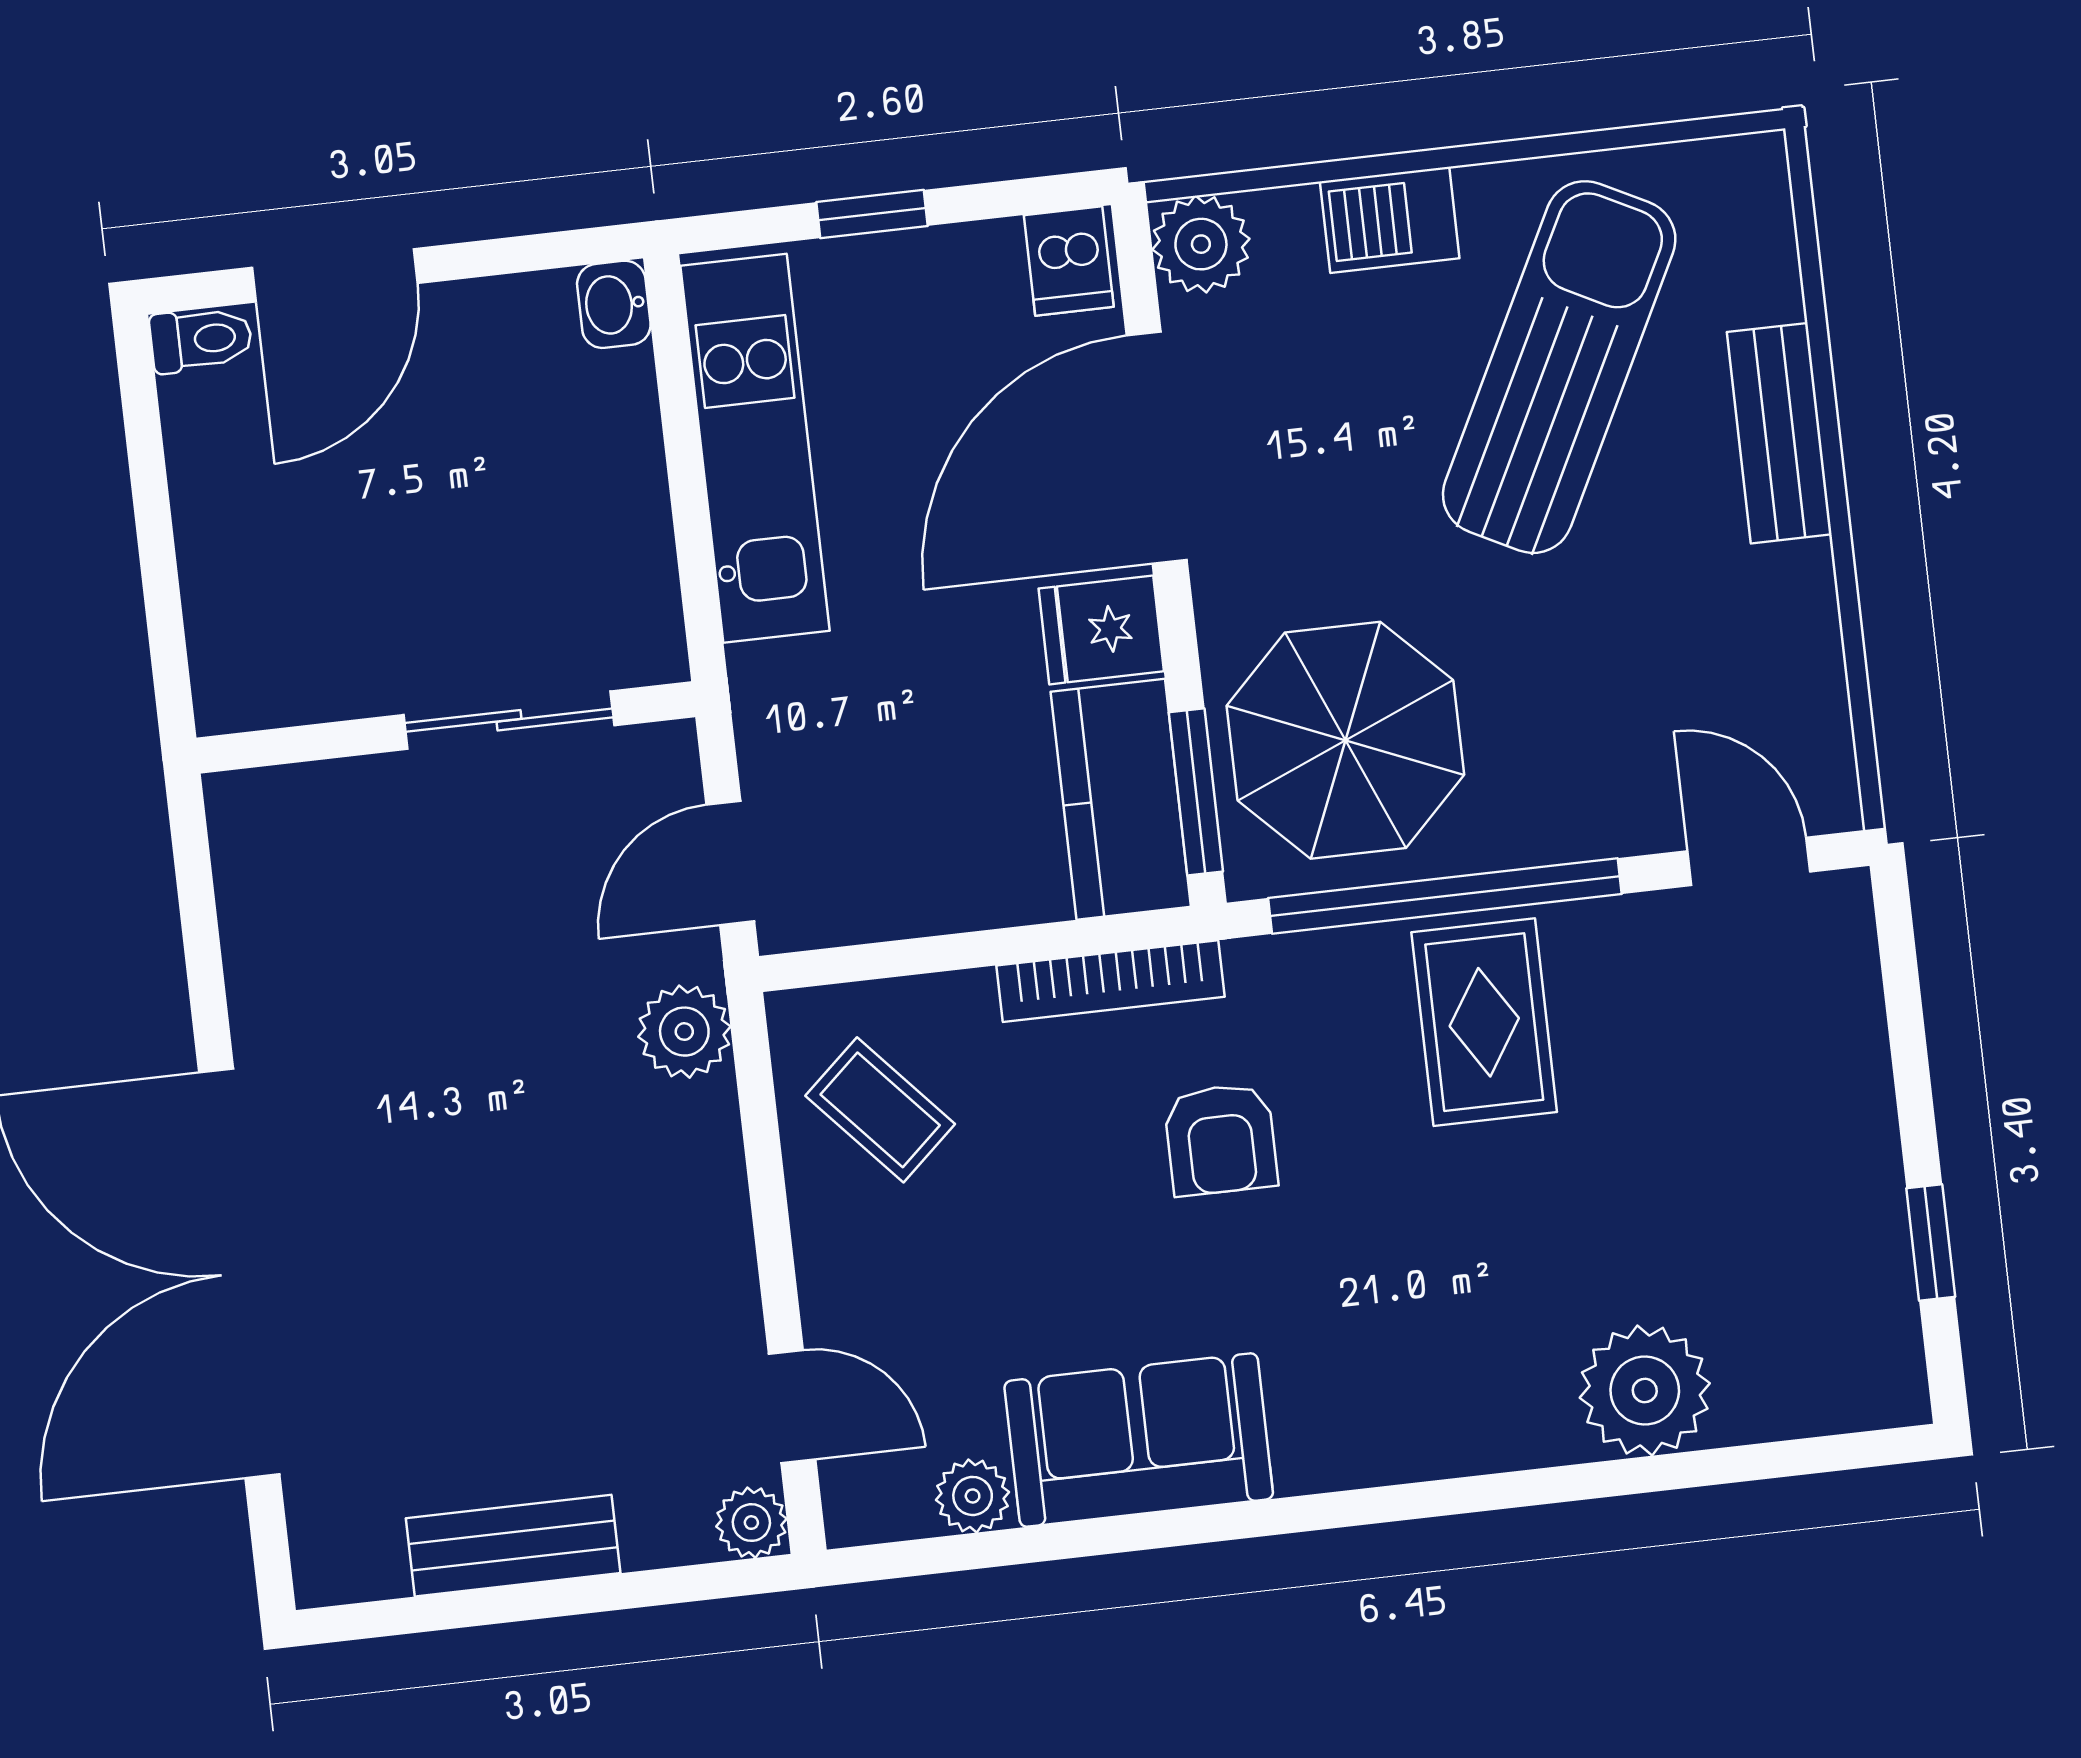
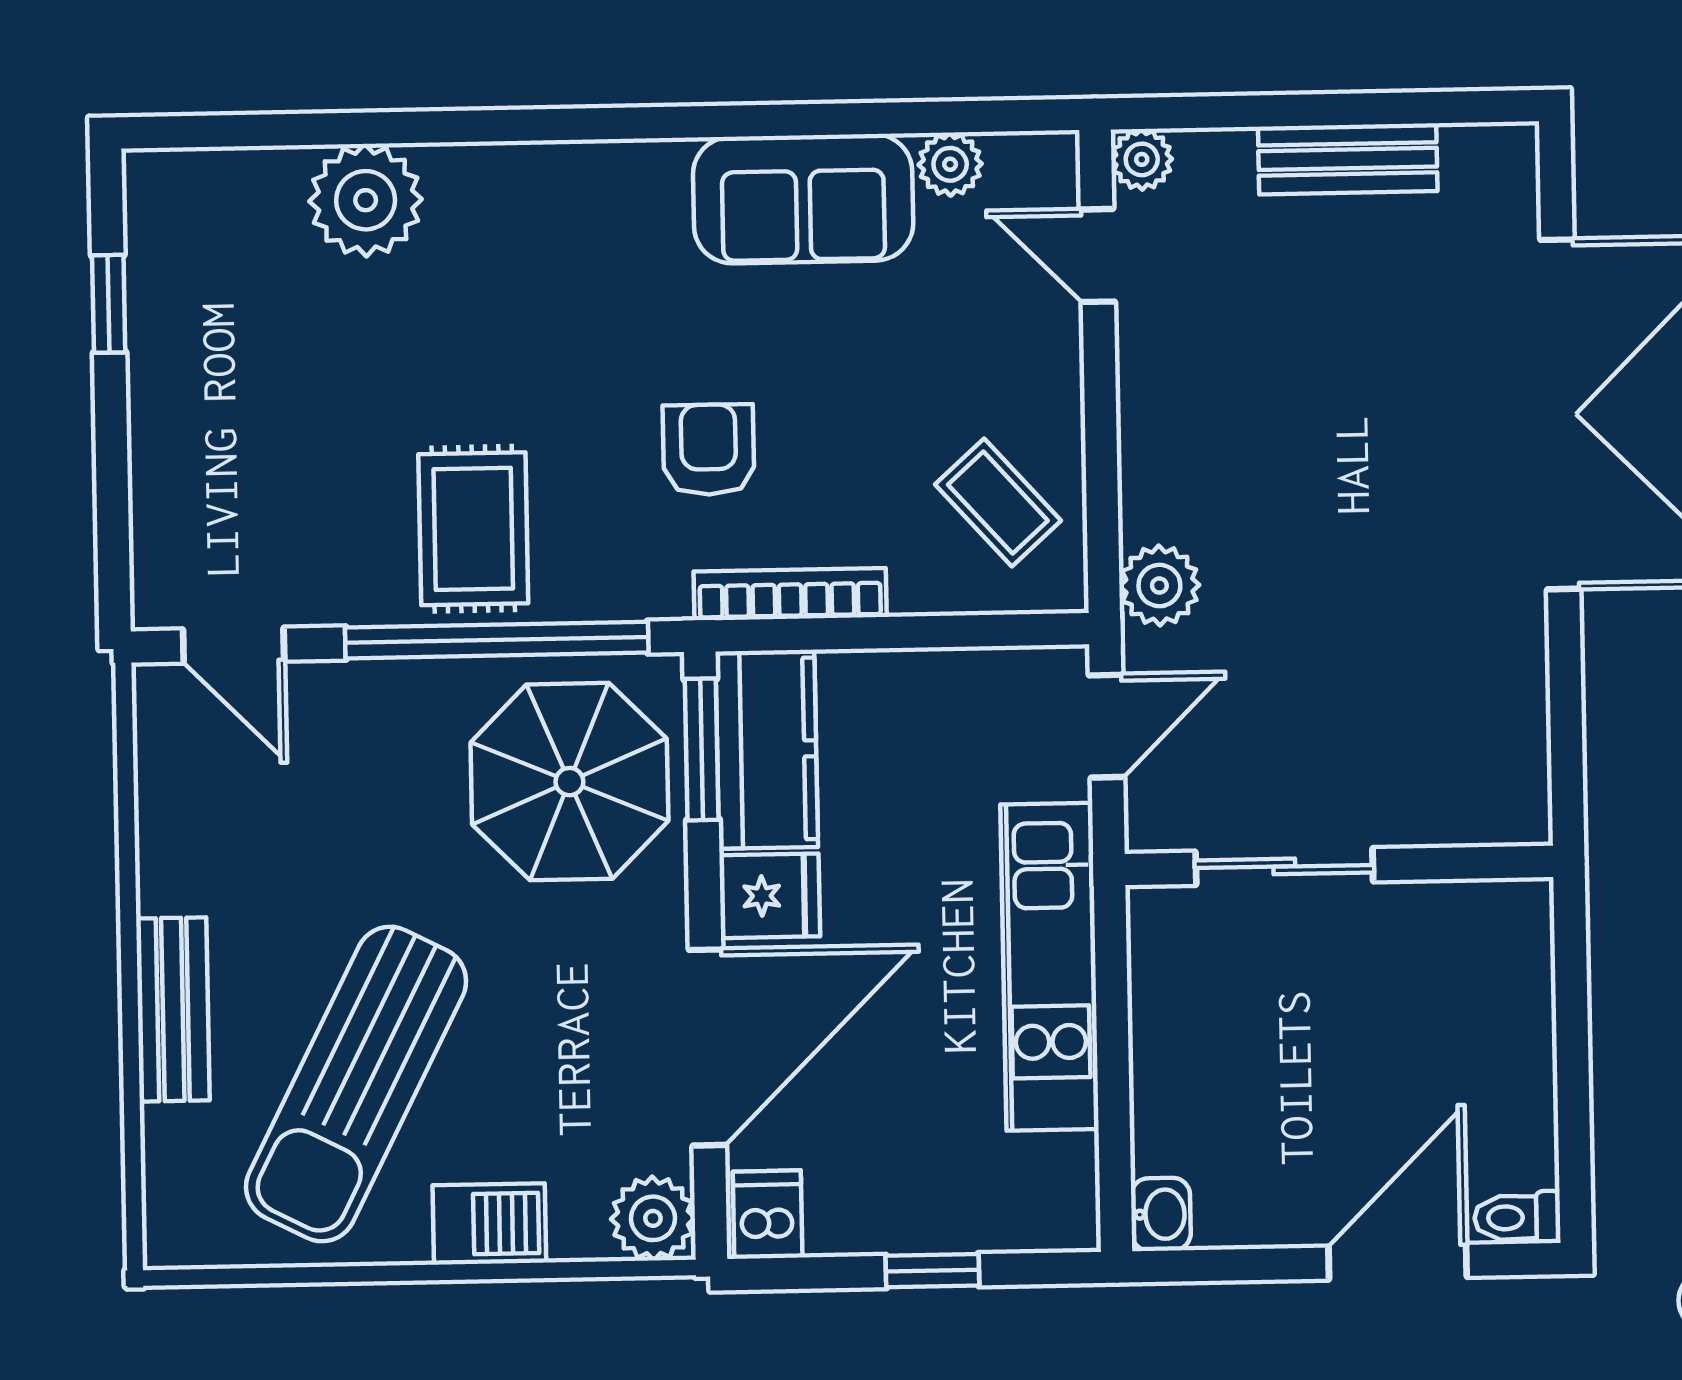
kitchen unit: (755, 448) -> (1049, 967), moved

